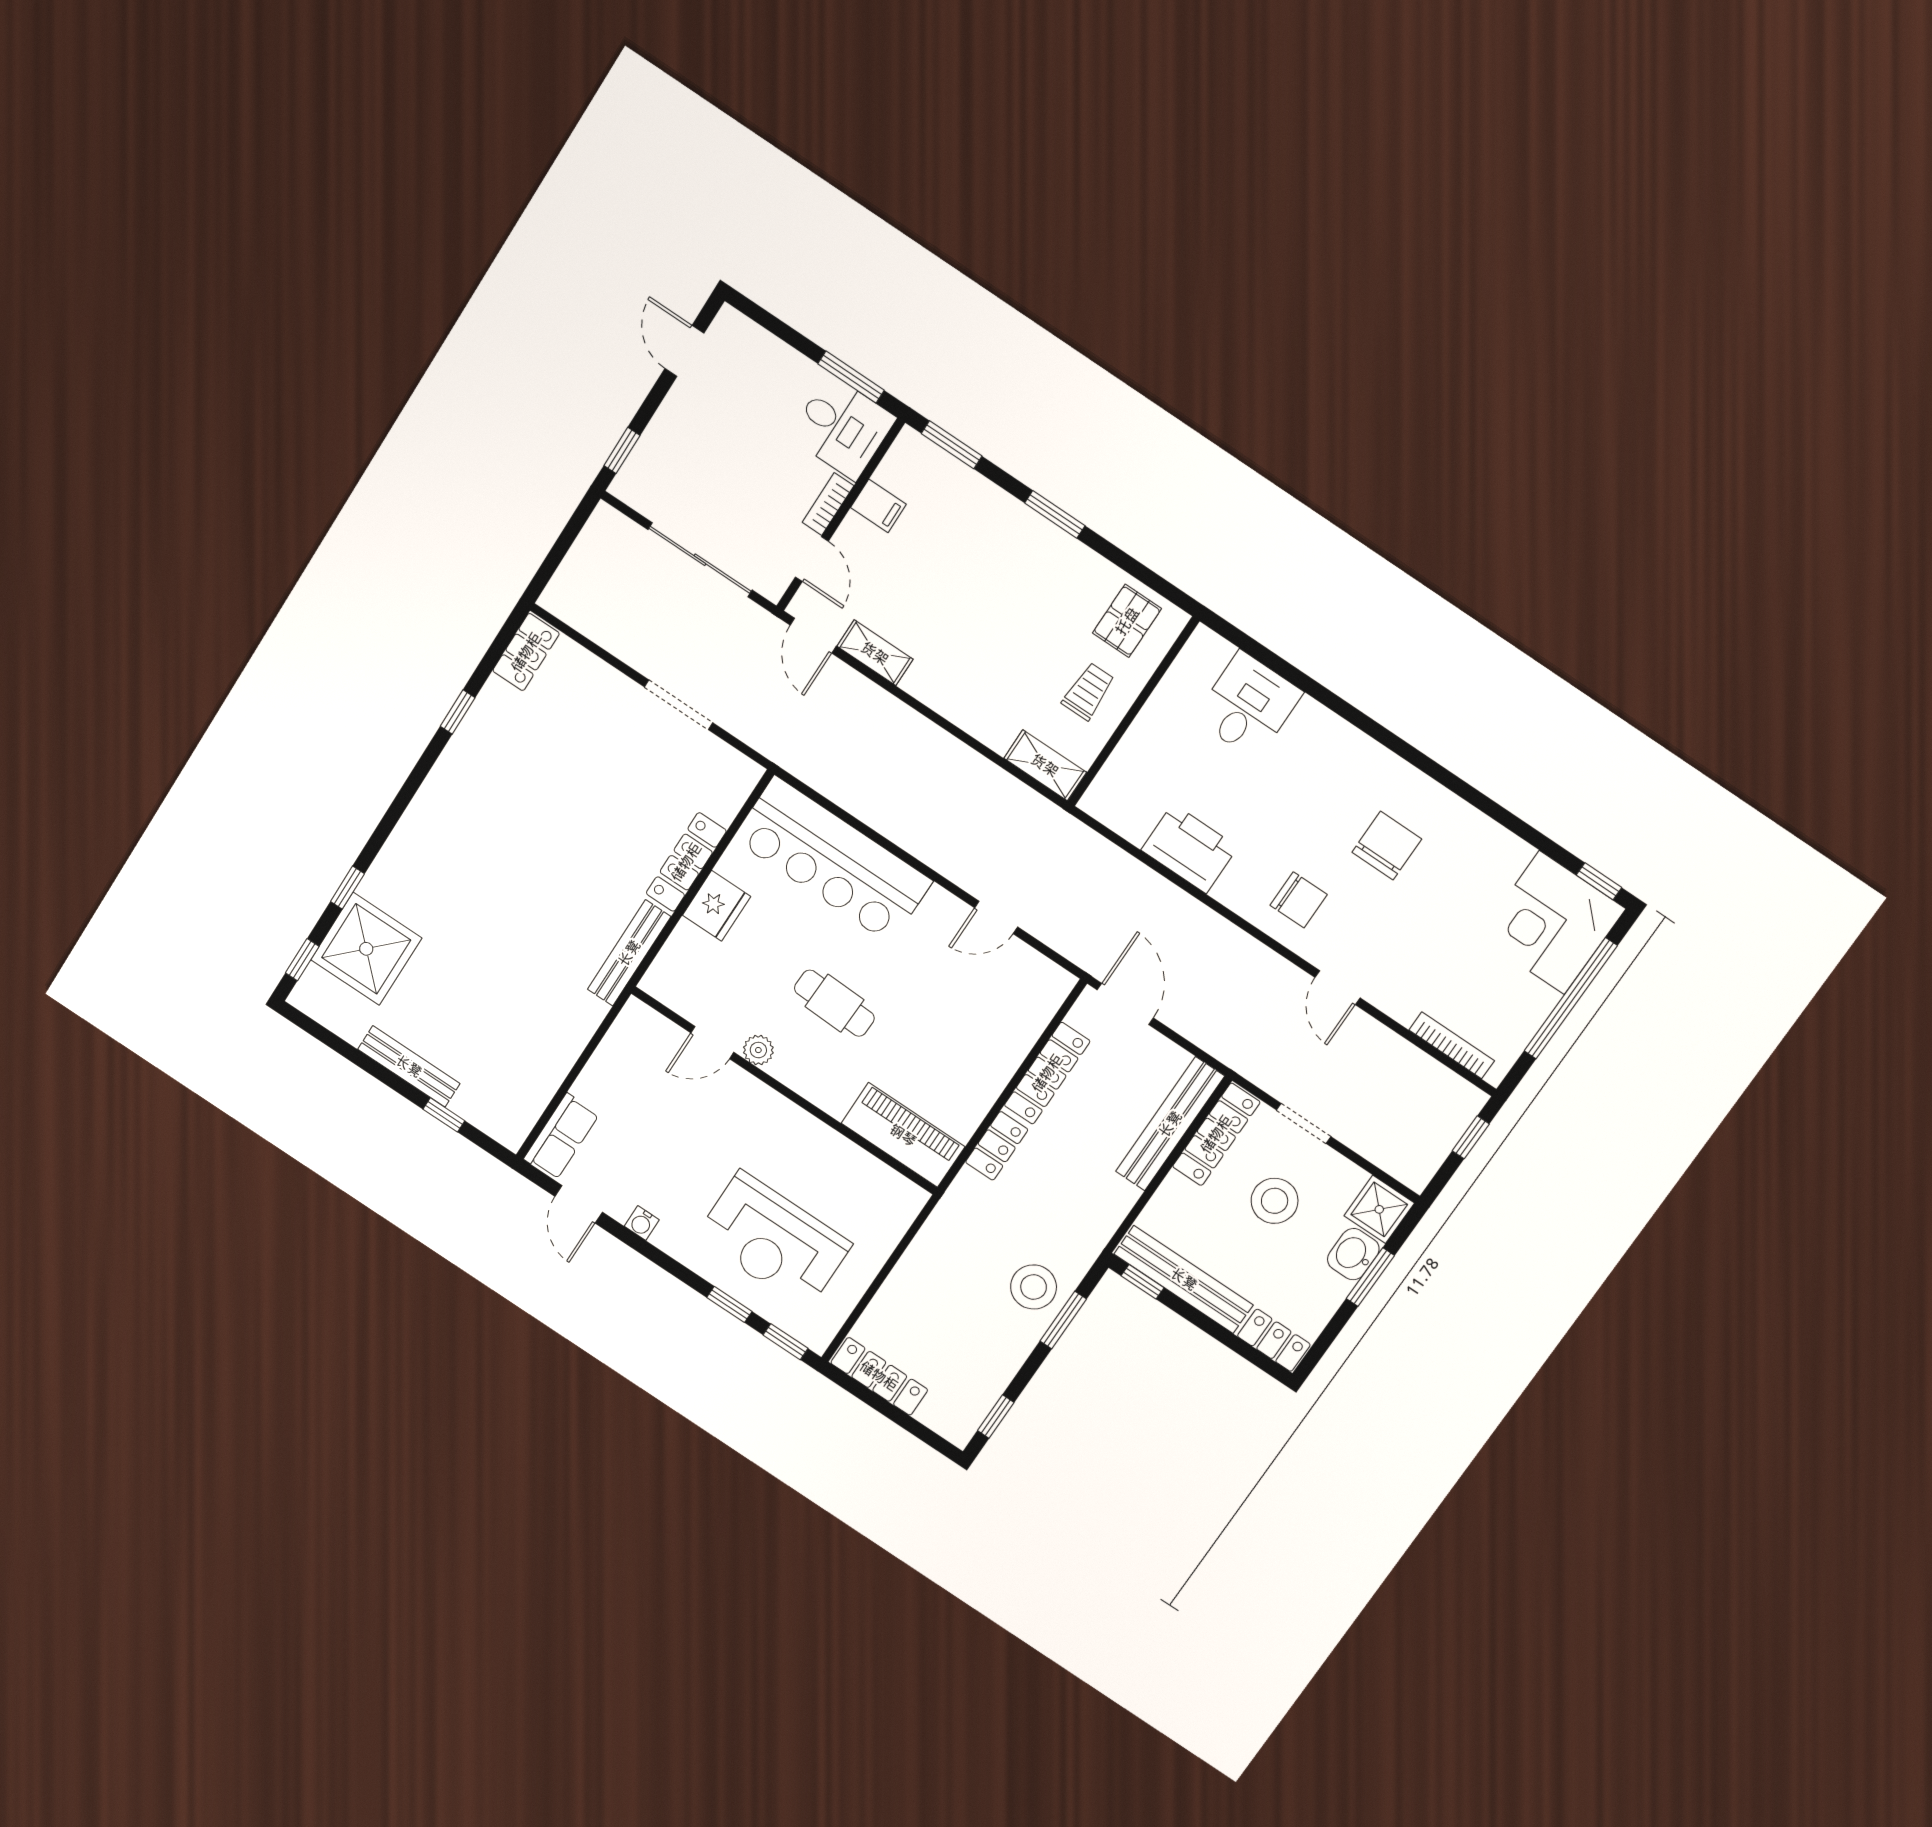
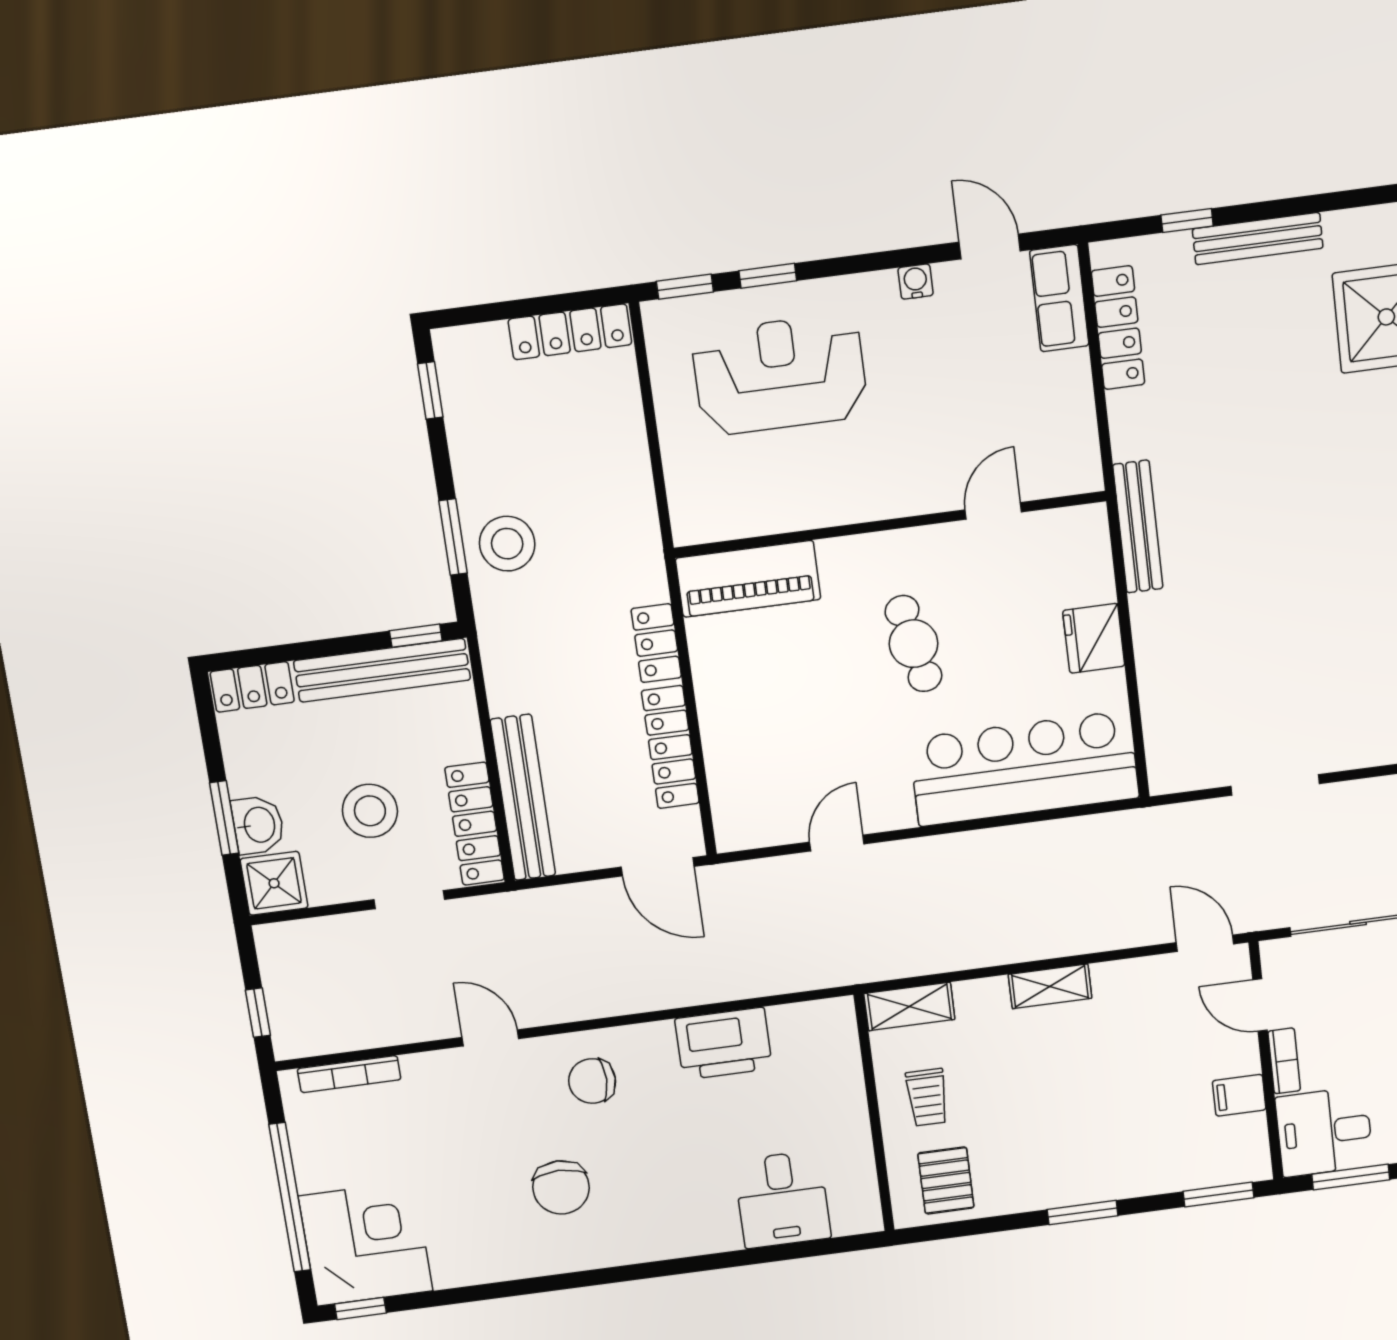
shelving: (875, 653) -> (1050, 986), moved
locker: (686, 862) -> (1118, 328), moved
cafe table: (834, 1003) -> (914, 644), turned 76
plant: (758, 1050) -> (946, 541), removed

